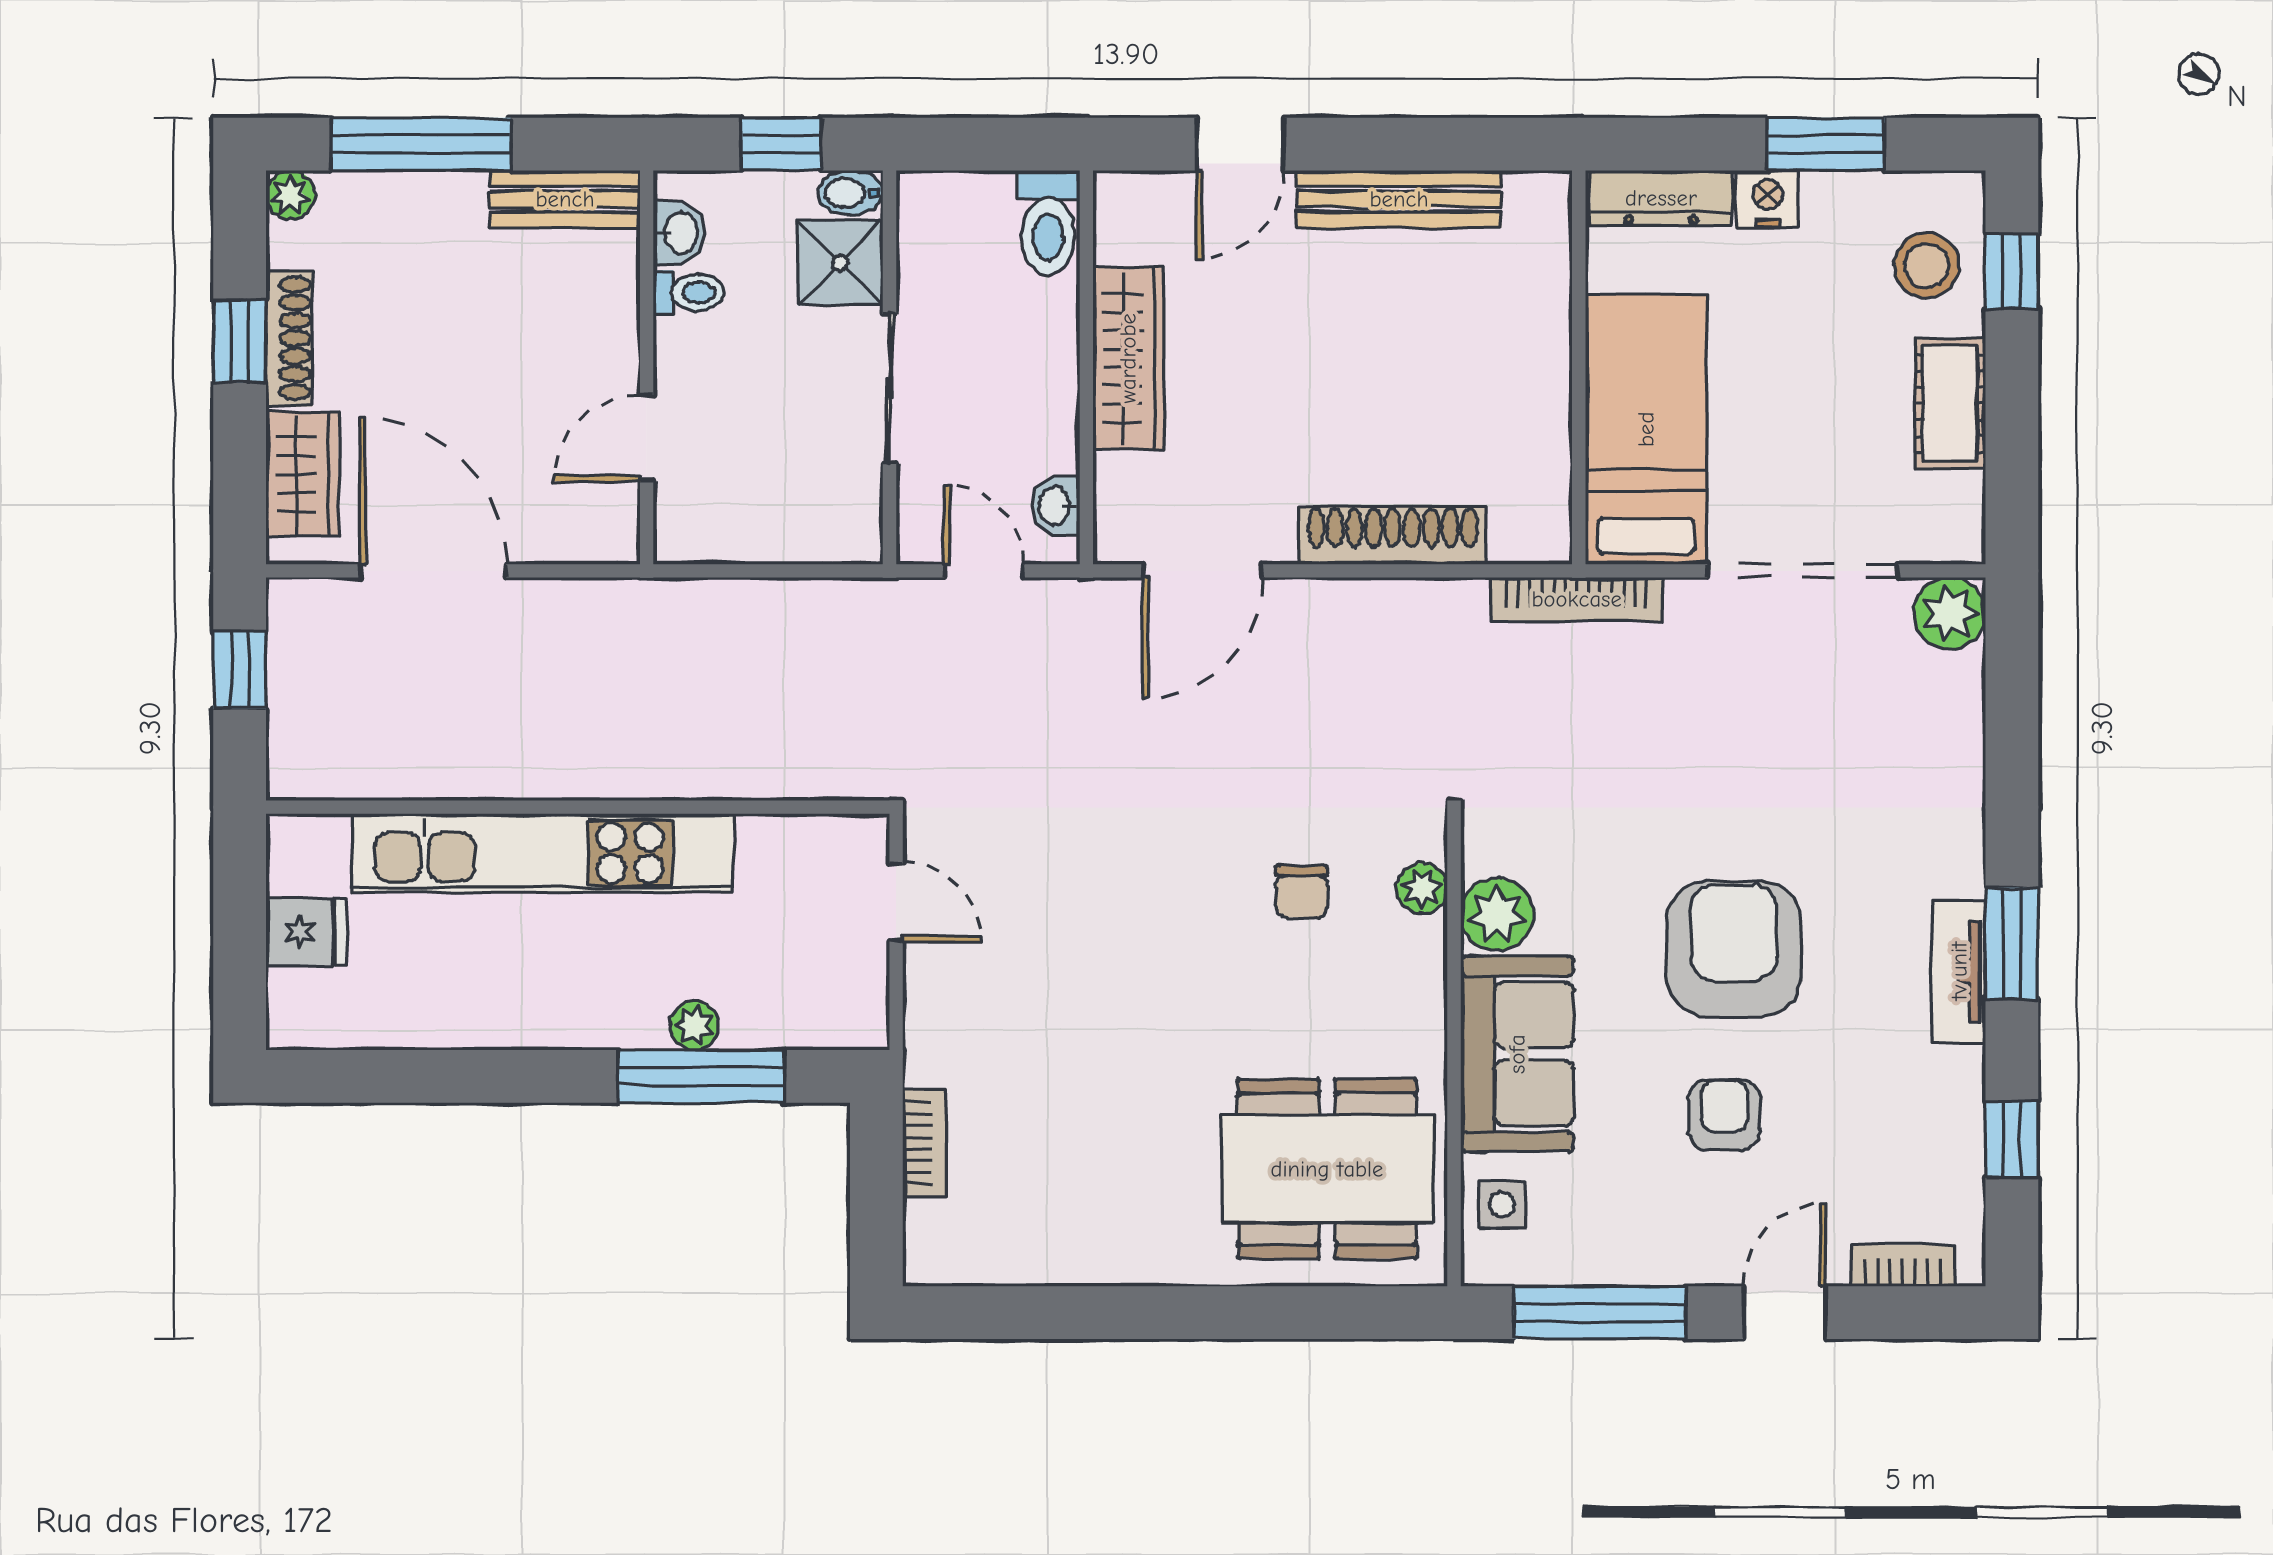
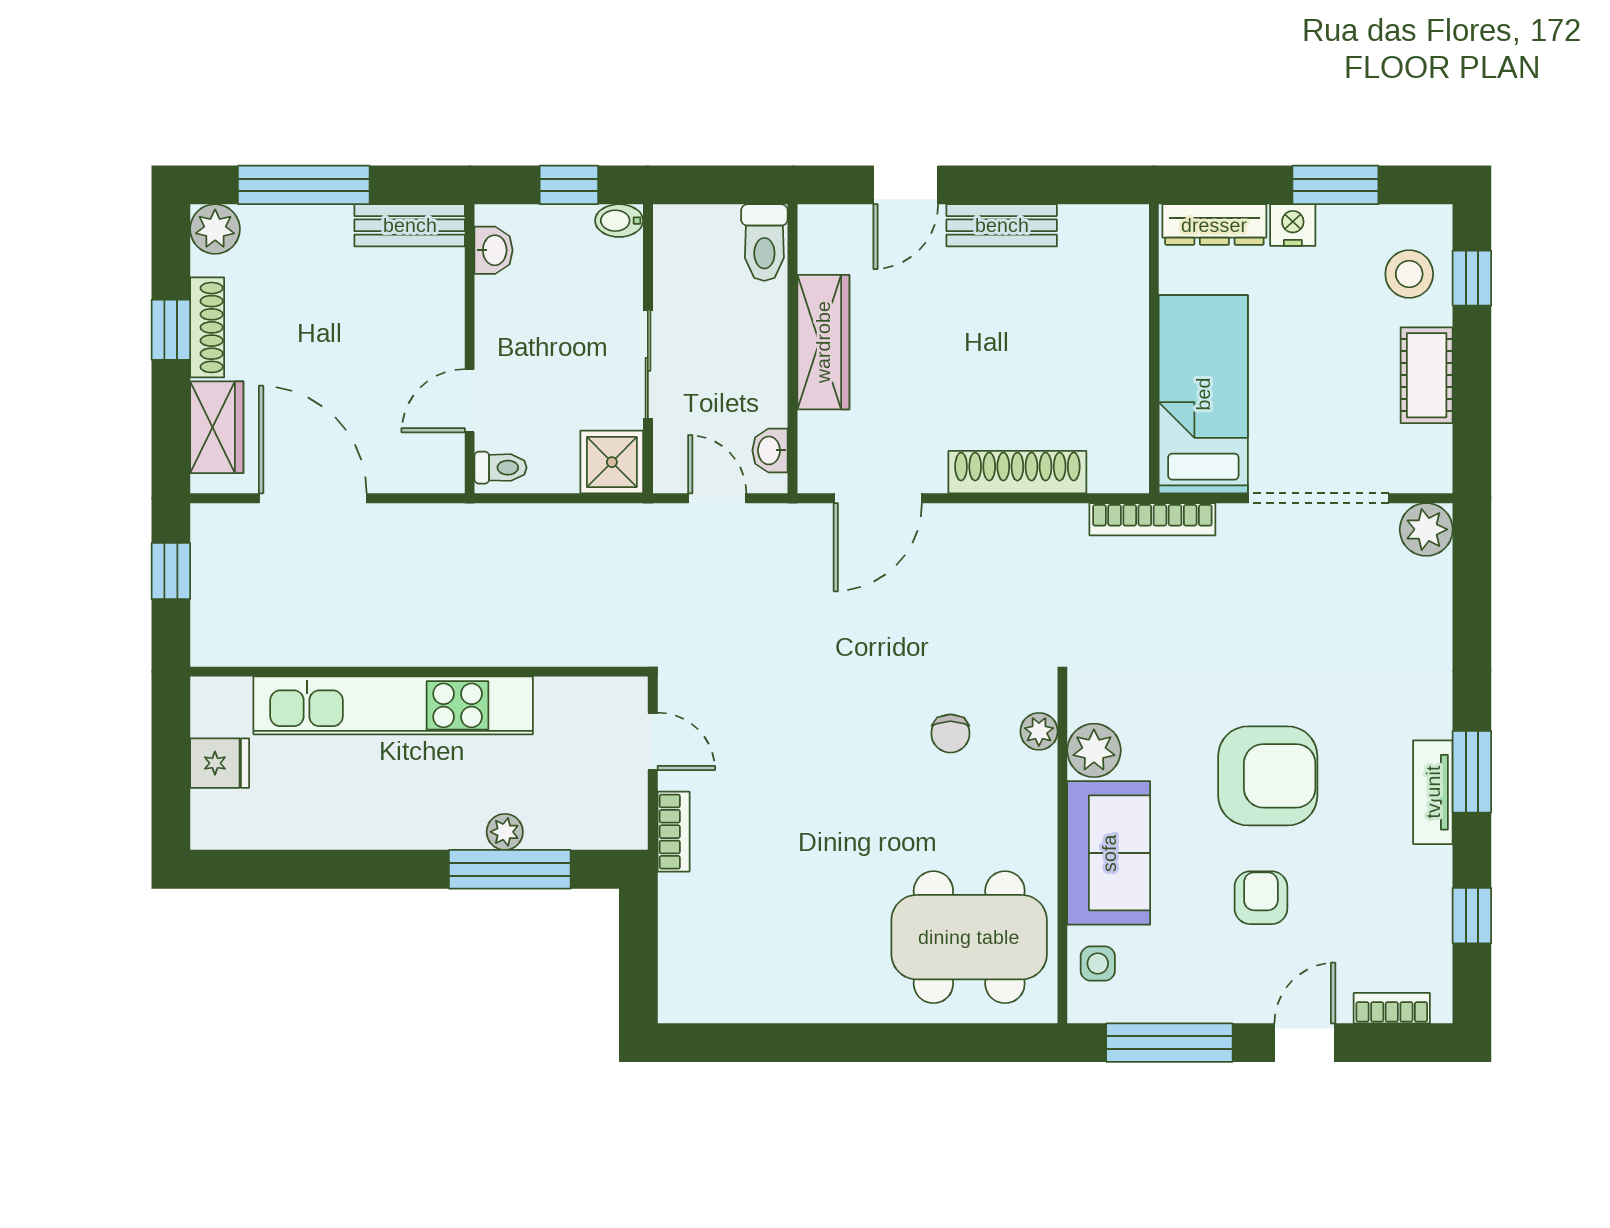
plant: (291, 195) -> (215, 229), width x1.38, depth x1.38
bench: (1399, 199) -> (1002, 225), width x0.73
shower: (840, 263) -> (612, 462), moved
toilet: (689, 292) -> (500, 468), moved
armchair: (1734, 949) -> (1268, 776), turned 90
bookcase: (924, 1143) -> (674, 832), moved

